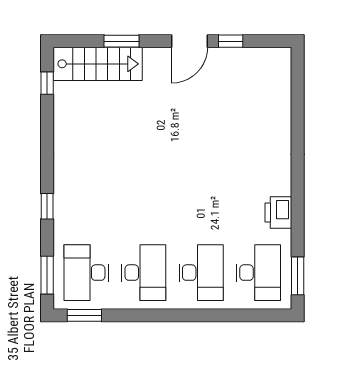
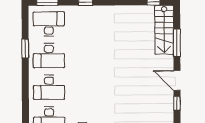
window: (121, 41) -> (177, 43), width x1.44
window: (84, 315) -> (25, 49), moved

